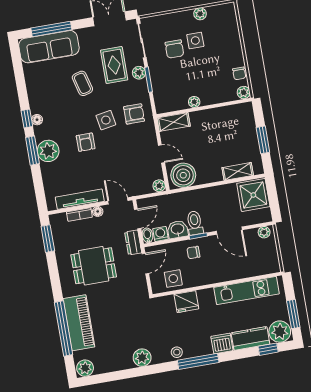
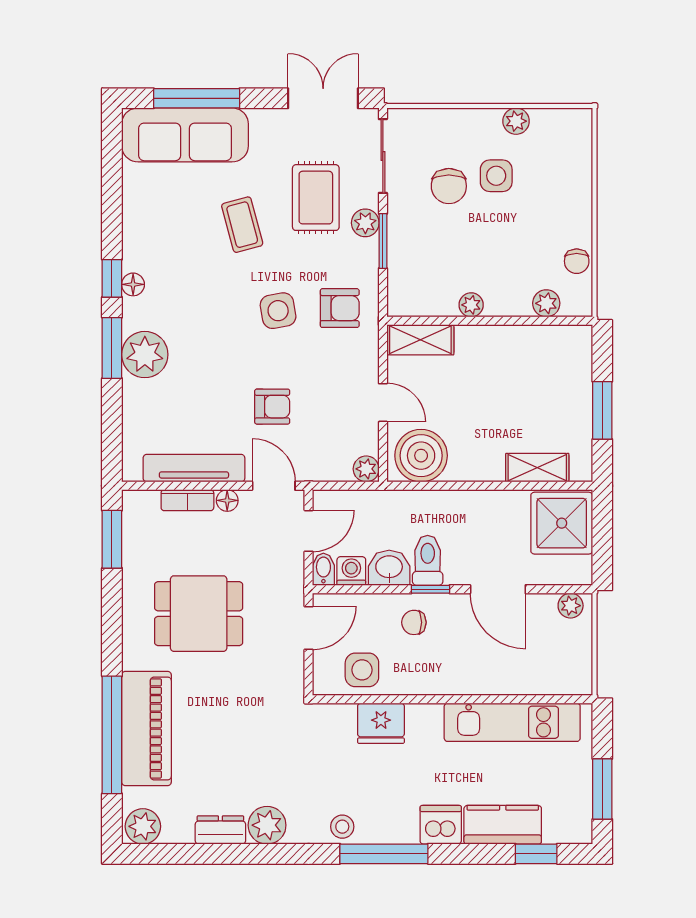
plant: (244, 93) -> (546, 303), moved
armchair: (86, 142) -> (272, 407), moved, turned -90
dresser: (133, 242) -> (220, 830), moved, turned 90
plant: (280, 332) -> (567, 821), removed

